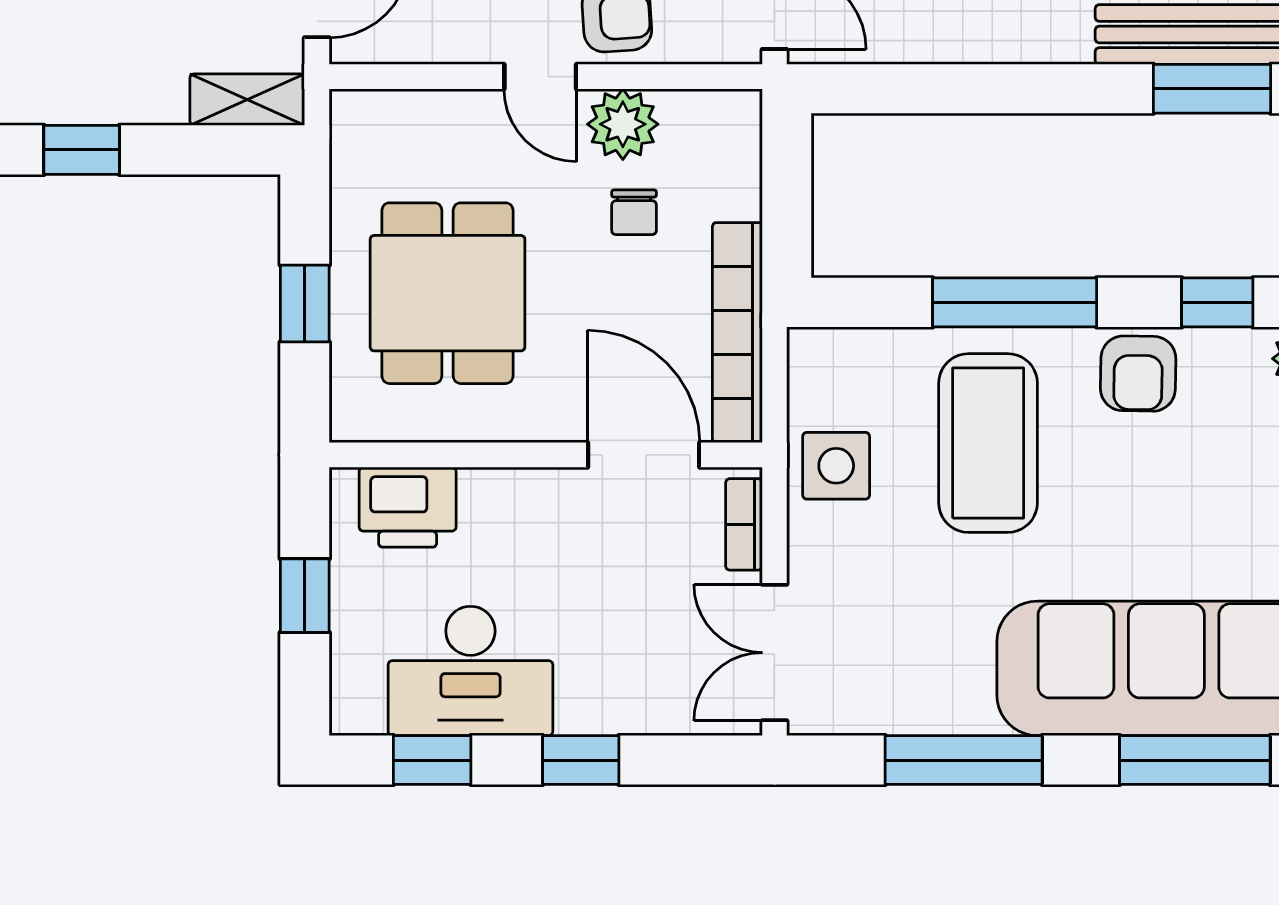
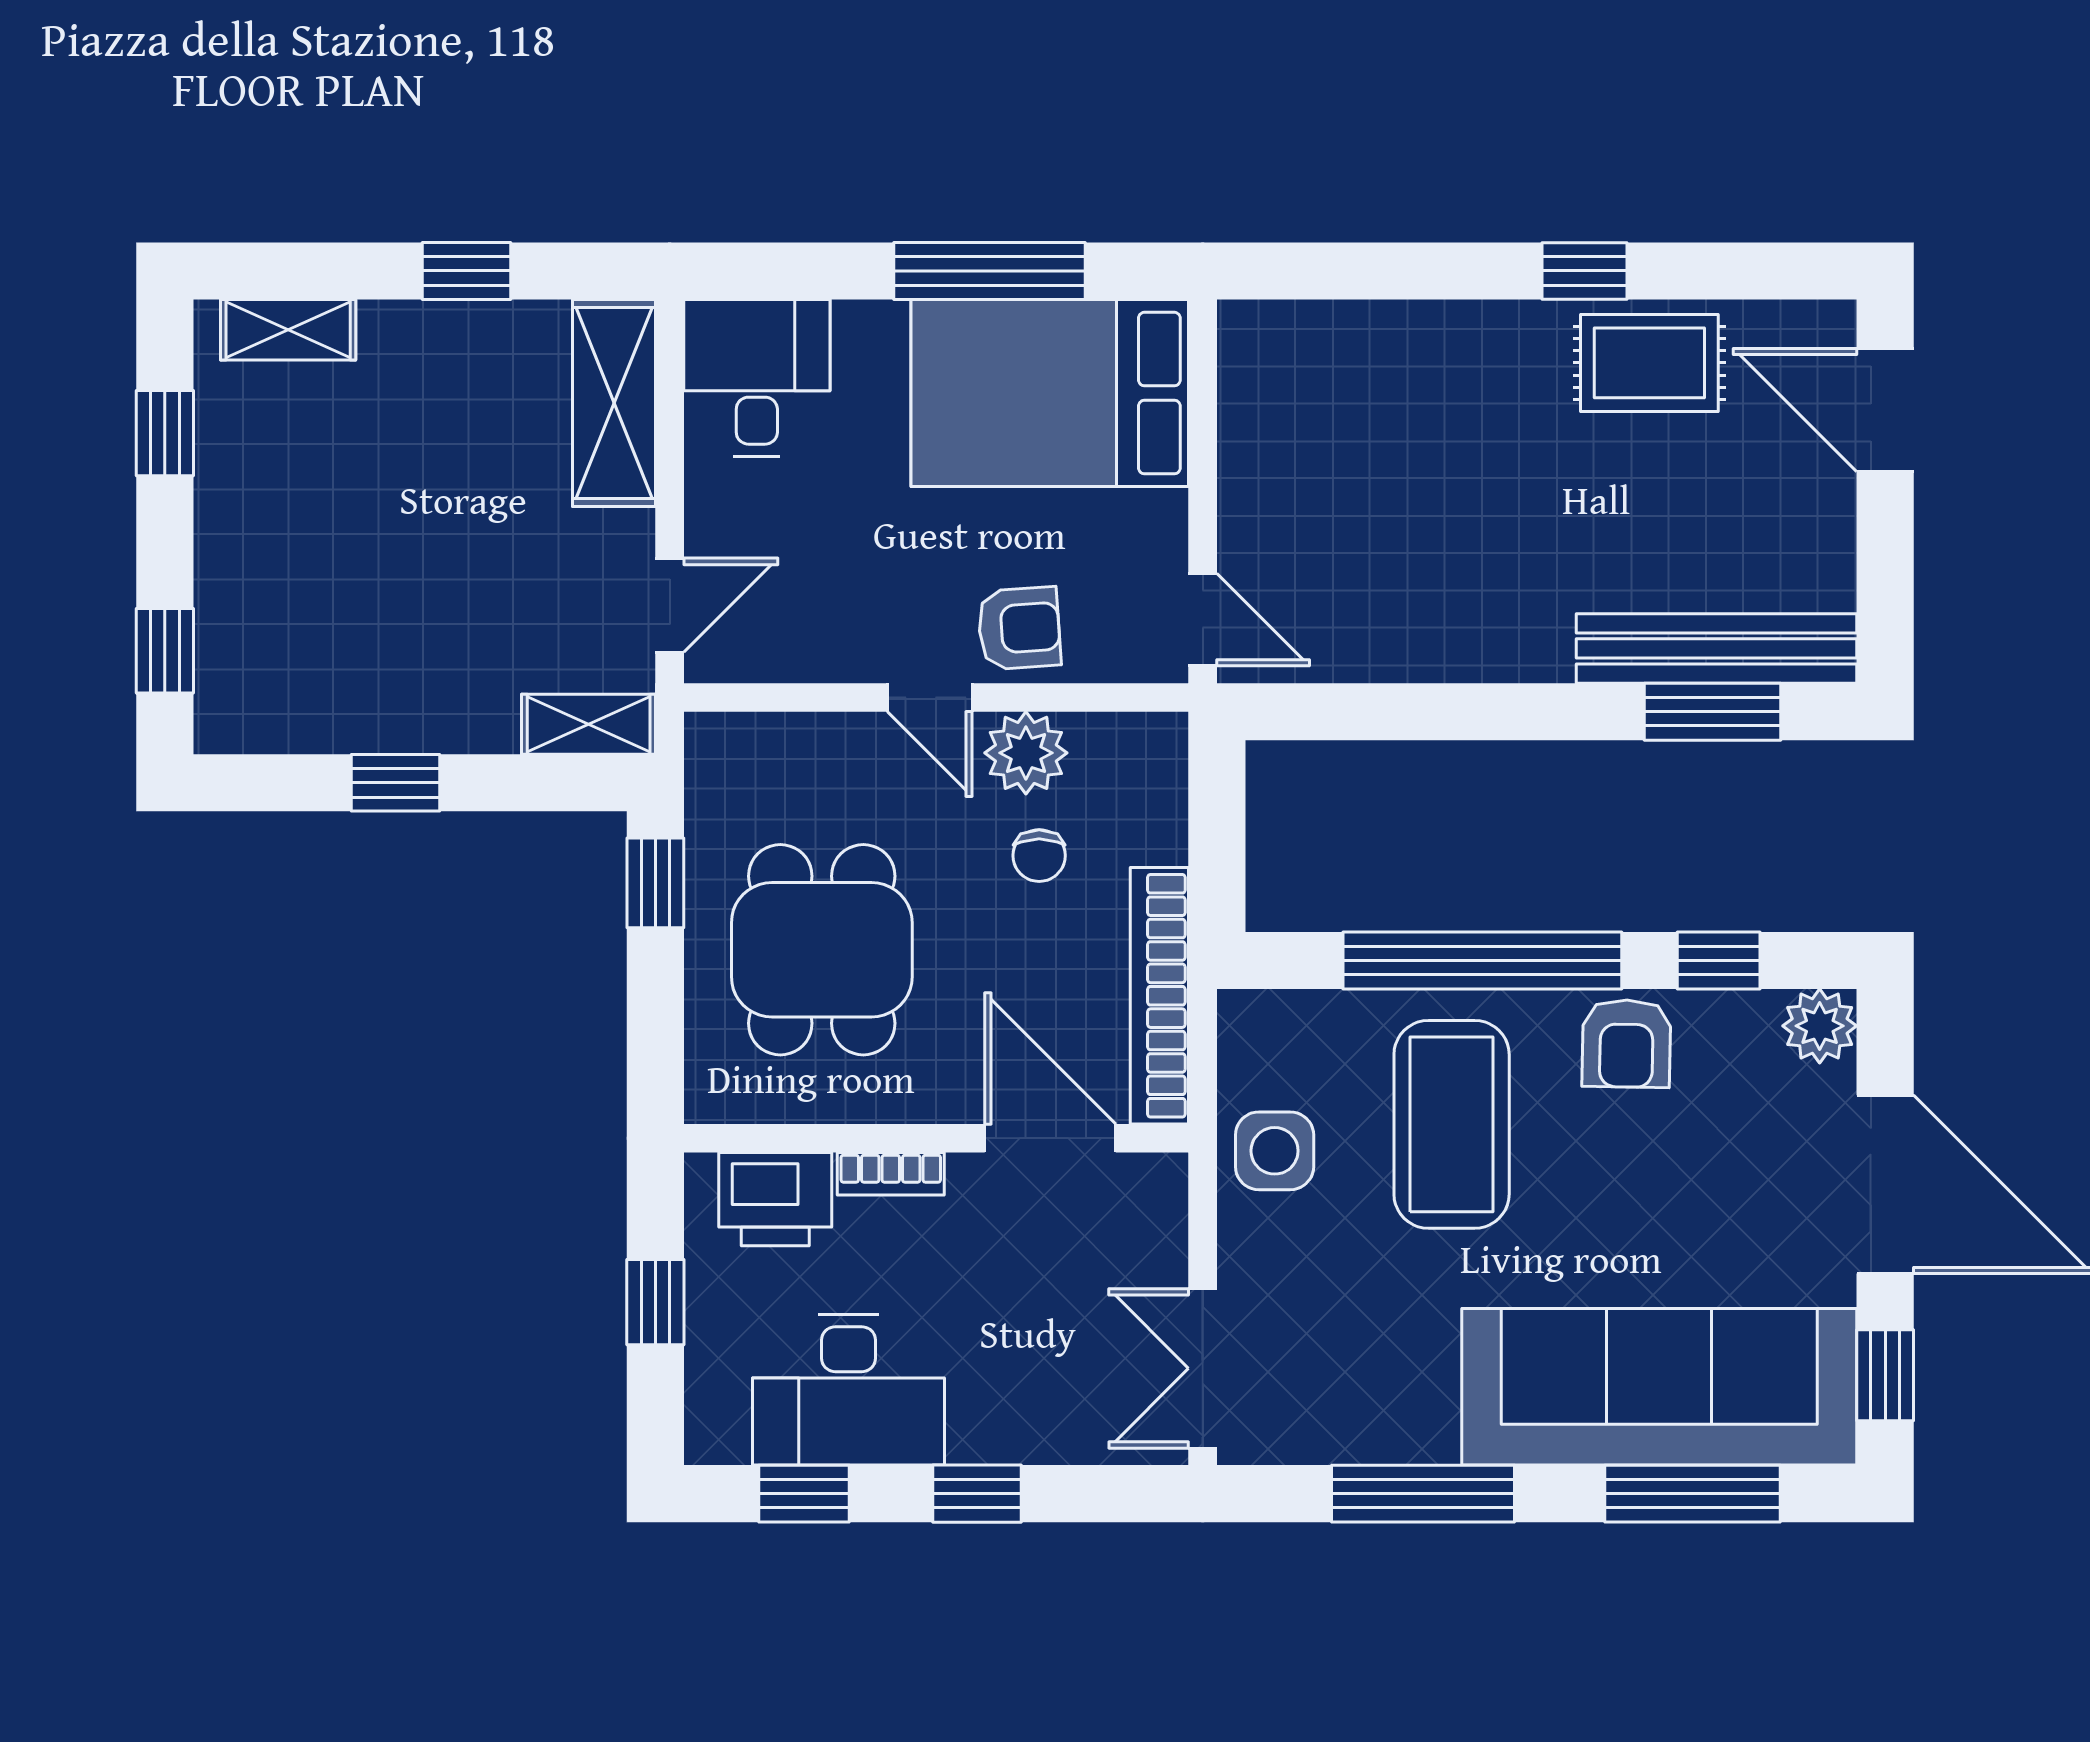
window: (1015, 302) -> (1482, 961), width x1.46
window: (305, 304) -> (655, 883), moved
bookcase: (744, 524) -> (891, 1174), moved, turned -90

